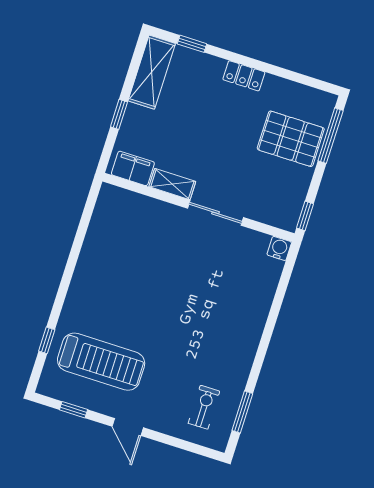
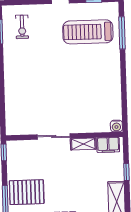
water cooler: (279, 248) -> (116, 126), moved
window: (47, 340) -> (122, 33), width x2.17

